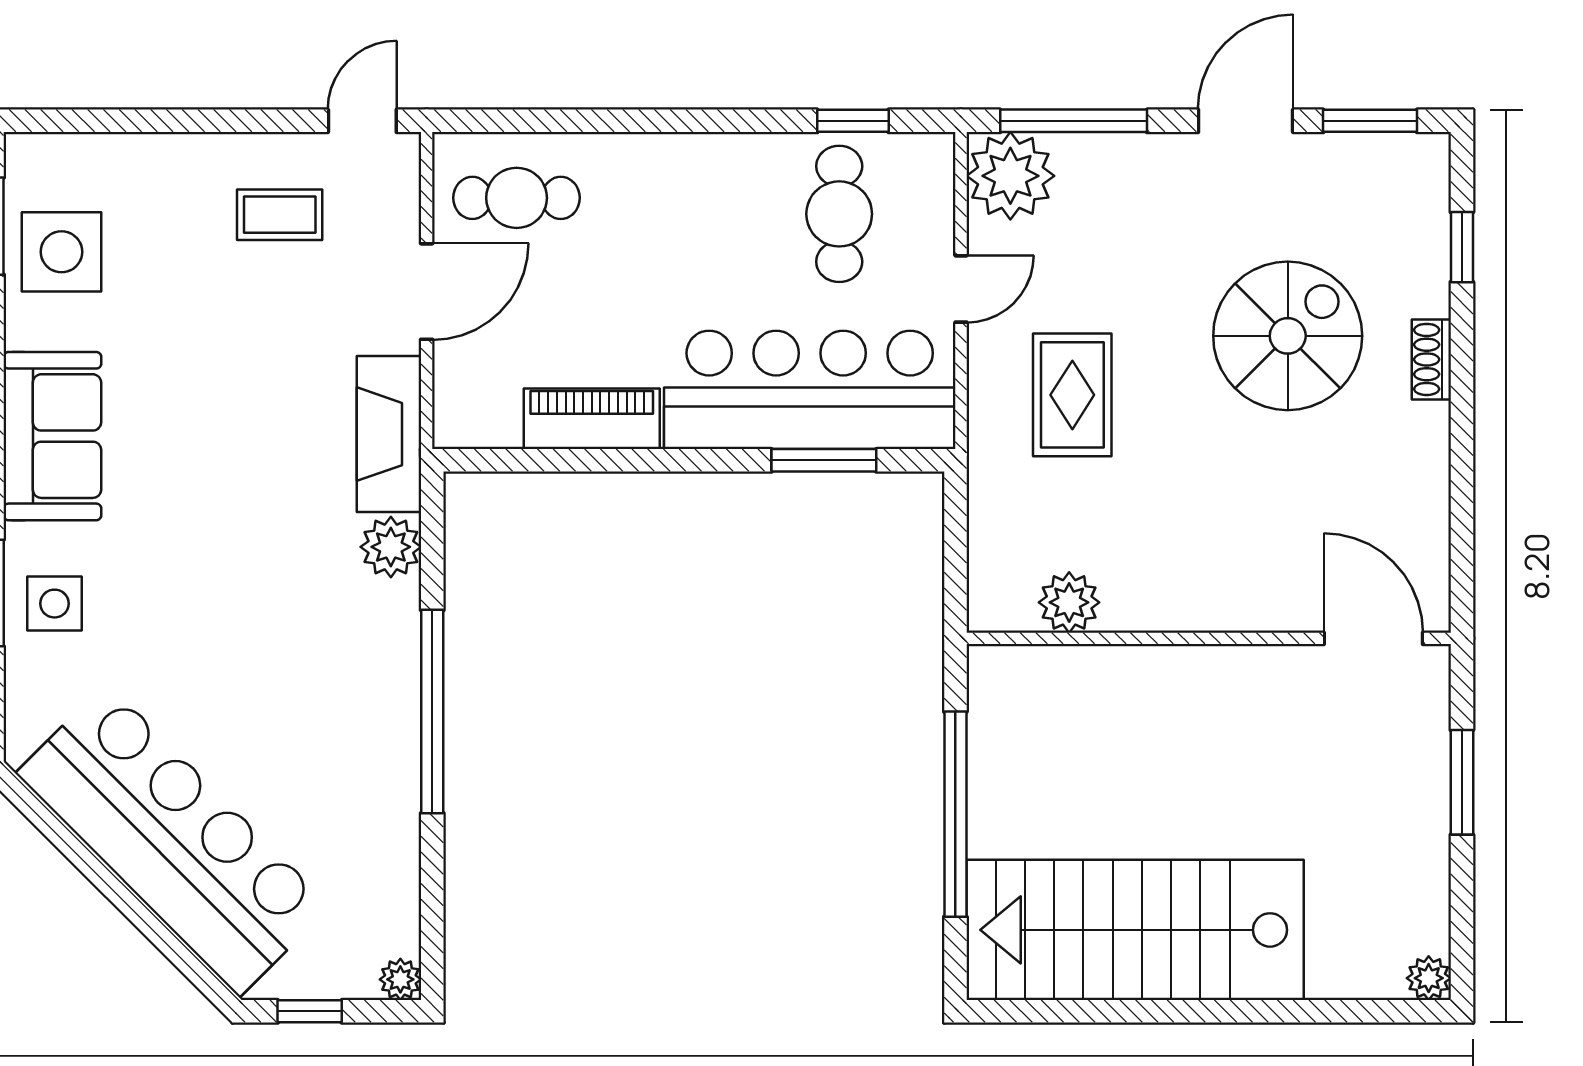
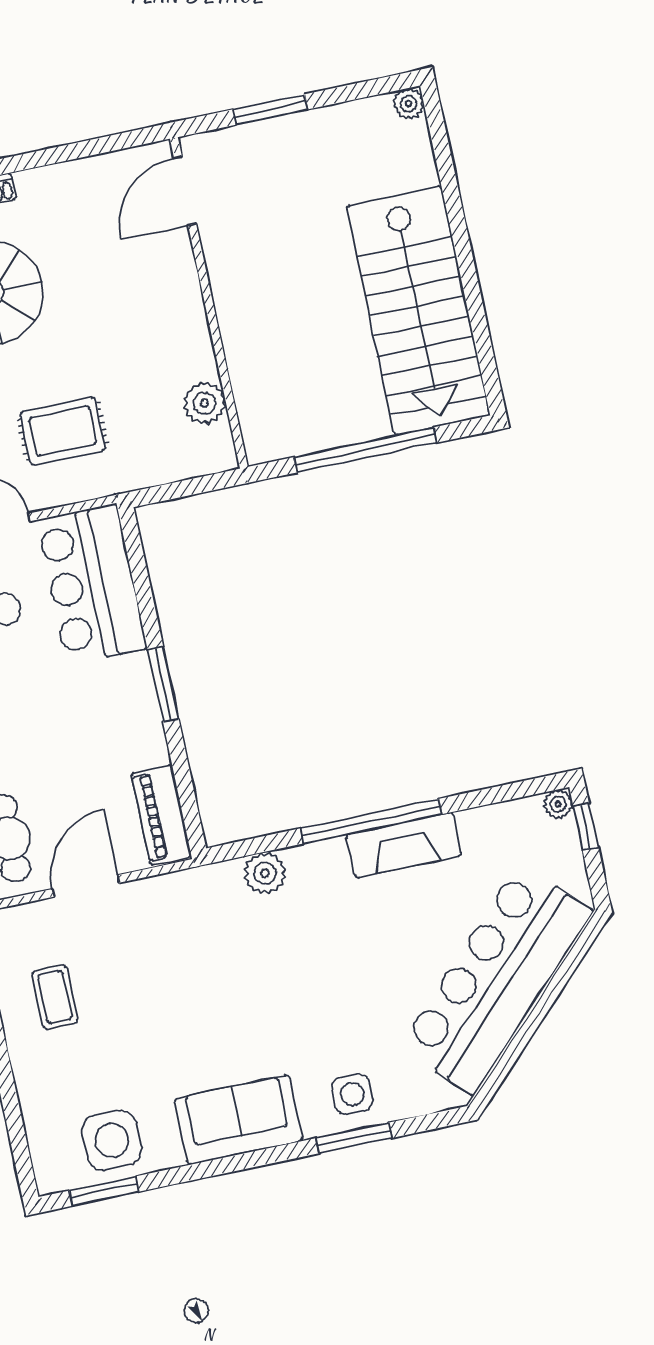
door: (427, 292) -> (86, 886), hinge flipped
bar counter: (810, 390) -> (92, 584), width x0.73
piano: (592, 419) -> (161, 815), moved
fireplace: (389, 434) -> (404, 845), moved
window: (824, 460) -> (163, 684), moved
window: (310, 1011) -> (586, 827), moved

